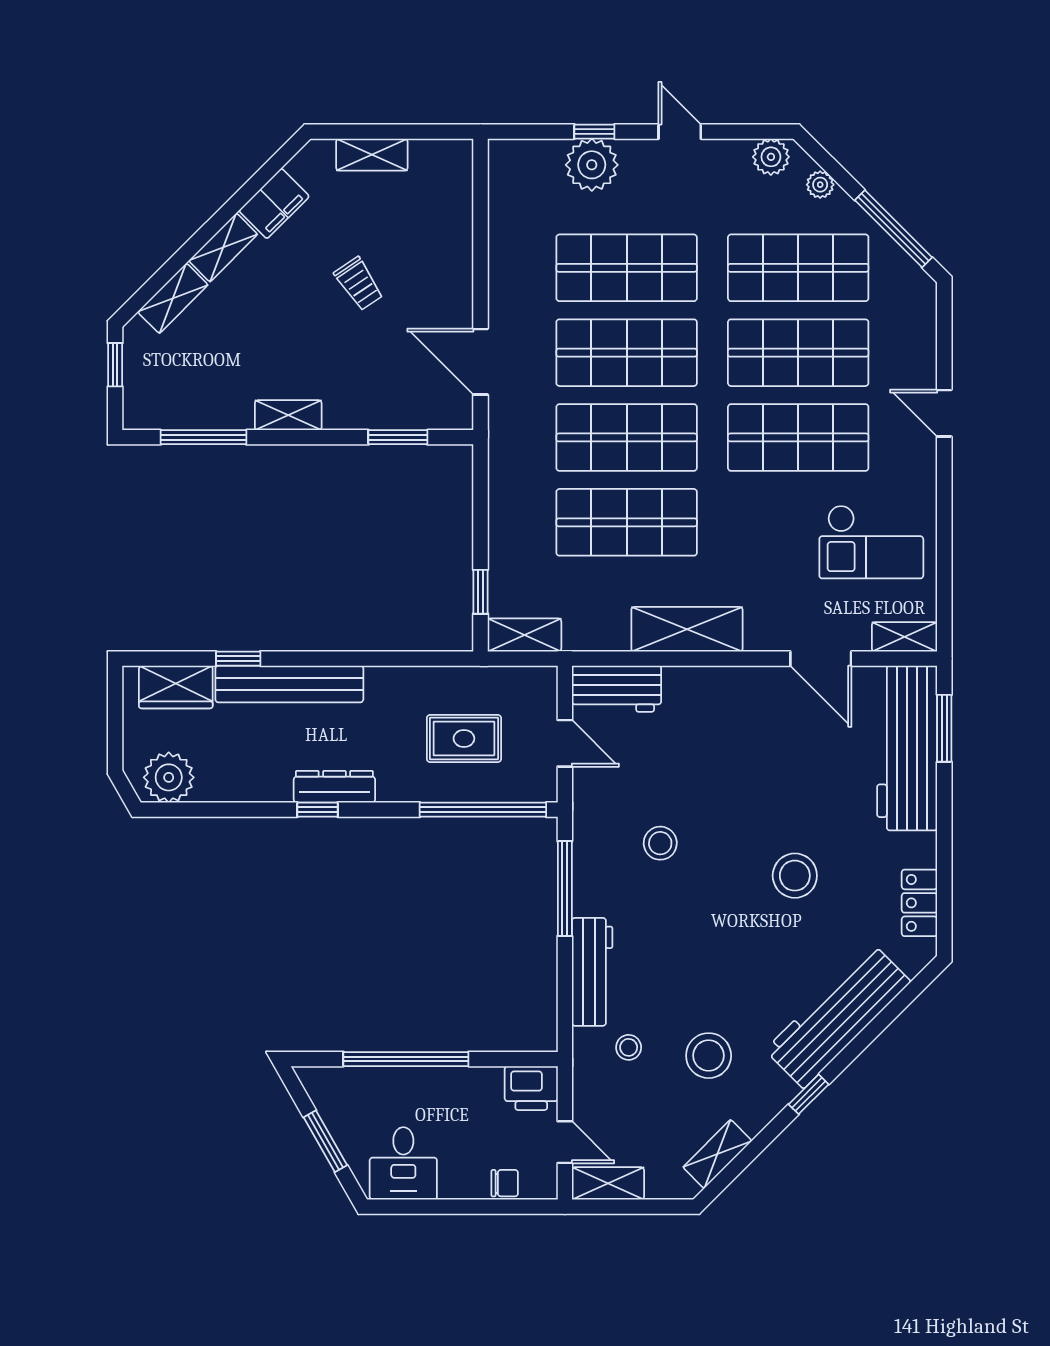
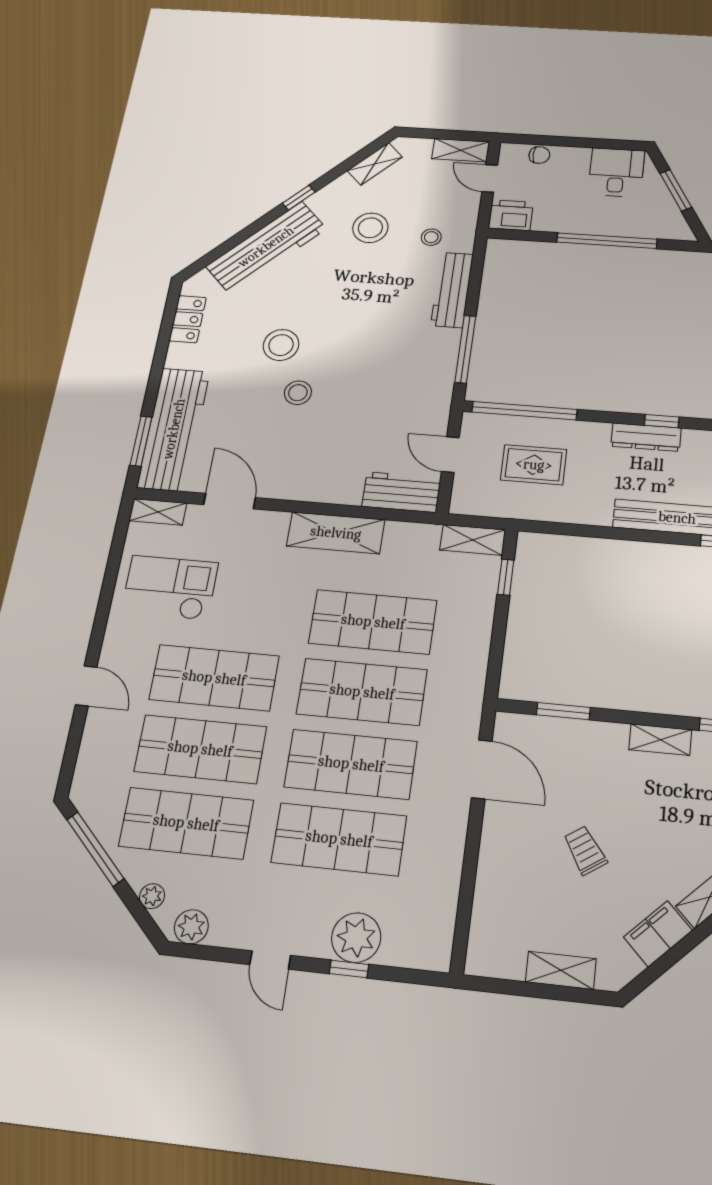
stool: (660, 843) -> (298, 393), moved
chair: (505, 1183) -> (539, 155), turned 180

